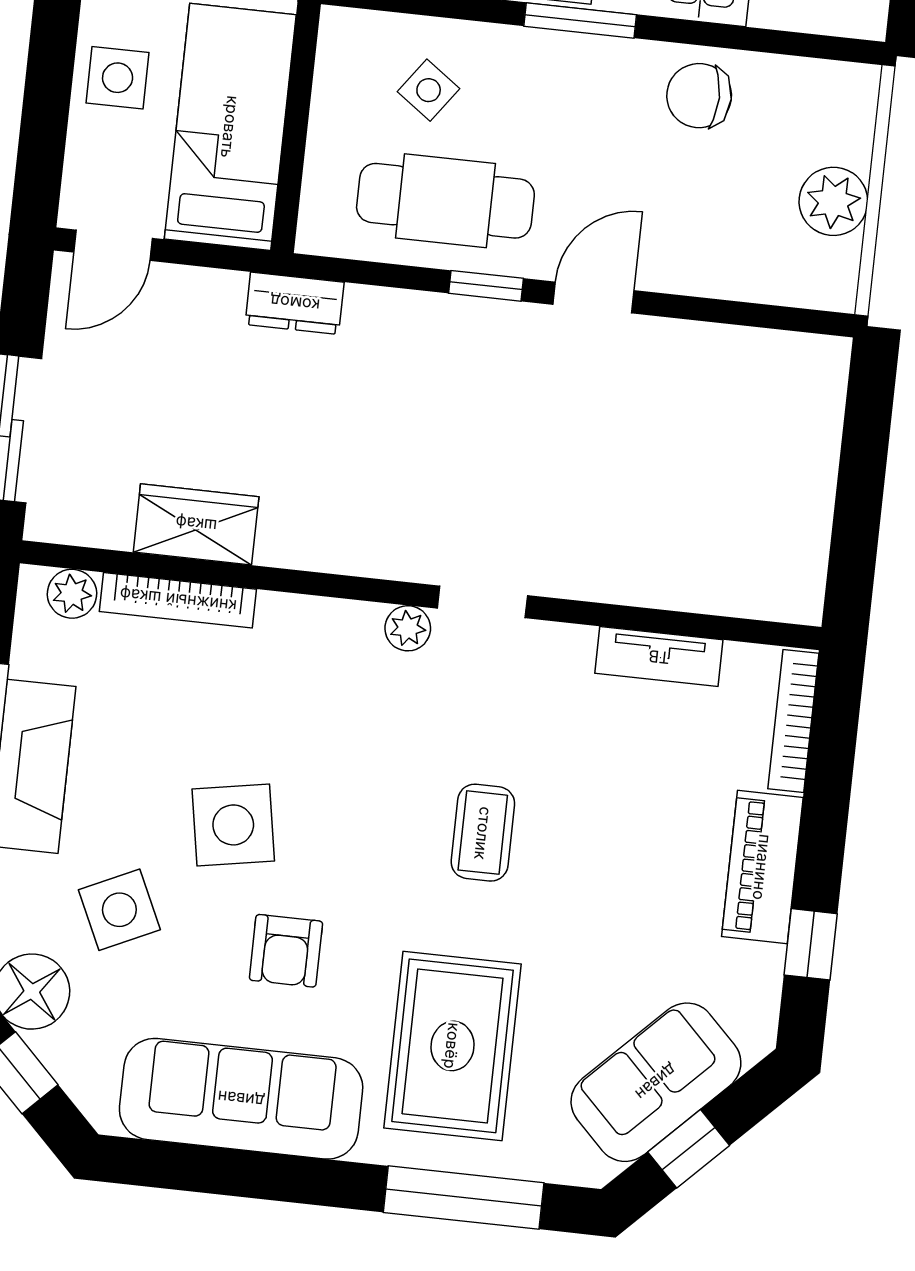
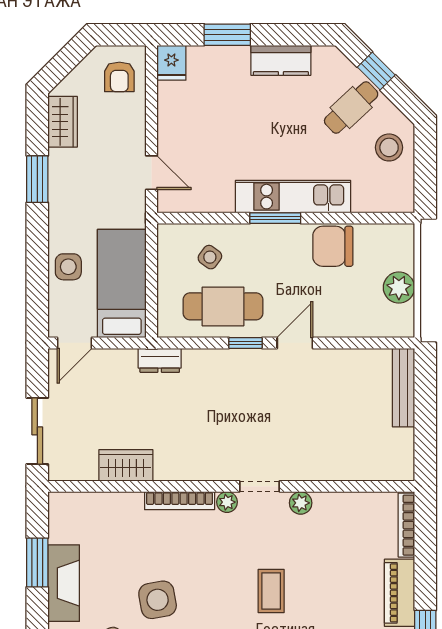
chair: (699, 96) -> (333, 246), width x1.37, depth x1.37
bench: (820, 421) -> (404, 388), added
plant: (72, 594) -> (301, 503), moved
bookcase: (178, 600) -> (180, 501), moved
tv unit: (659, 657) -> (342, 503), removed

